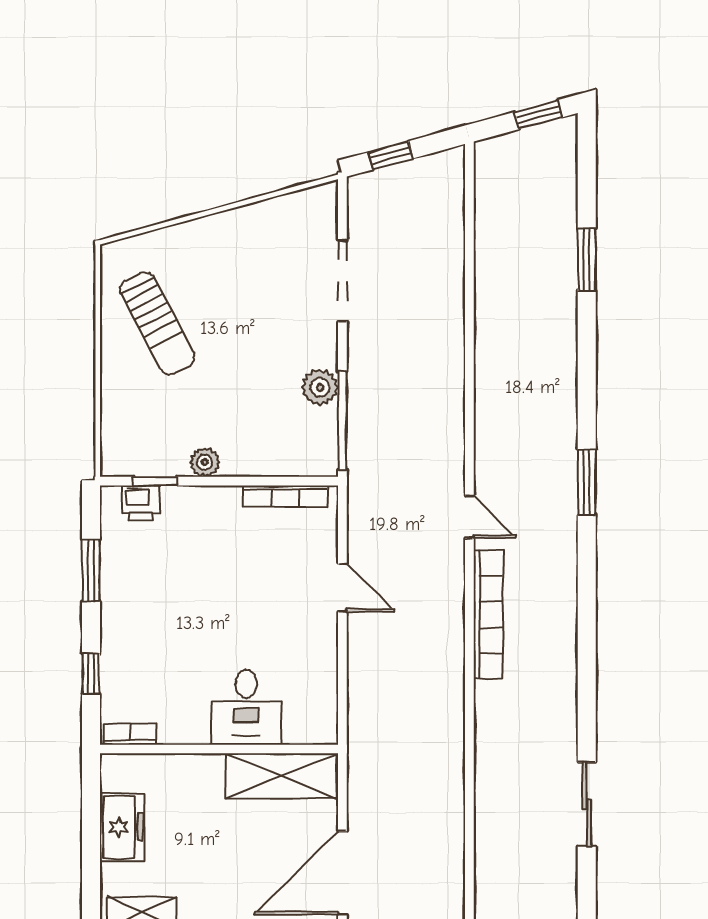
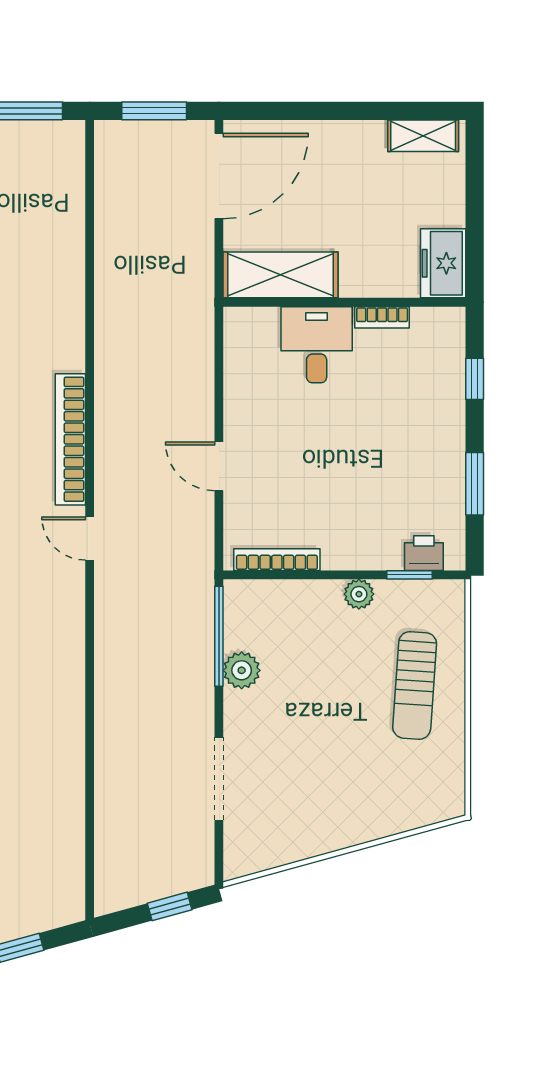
sun lounger: (157, 323) -> (415, 685), moved, turned -148
bookcase: (130, 734) -> (382, 317), moved
freezer: (122, 827) -> (443, 263), moved

